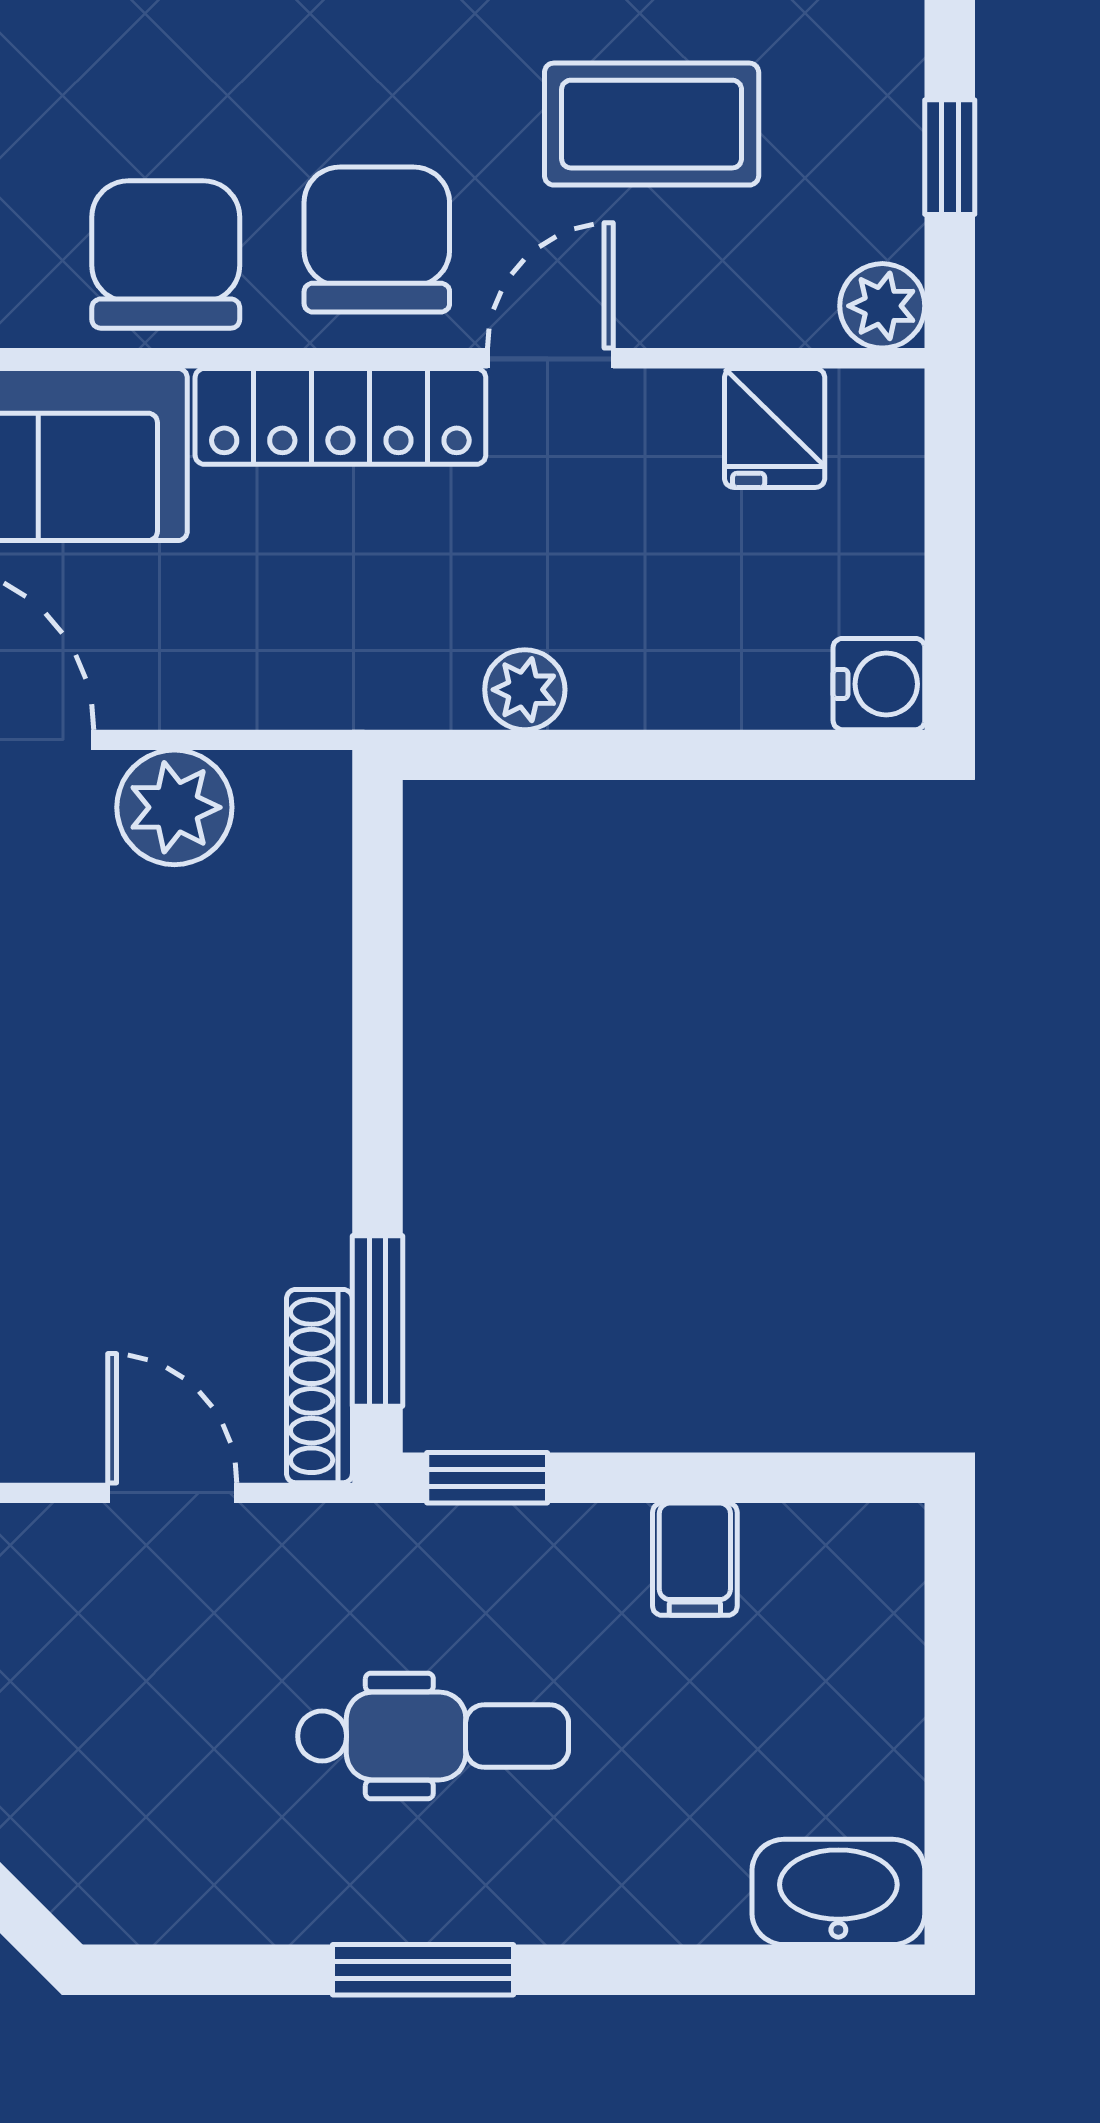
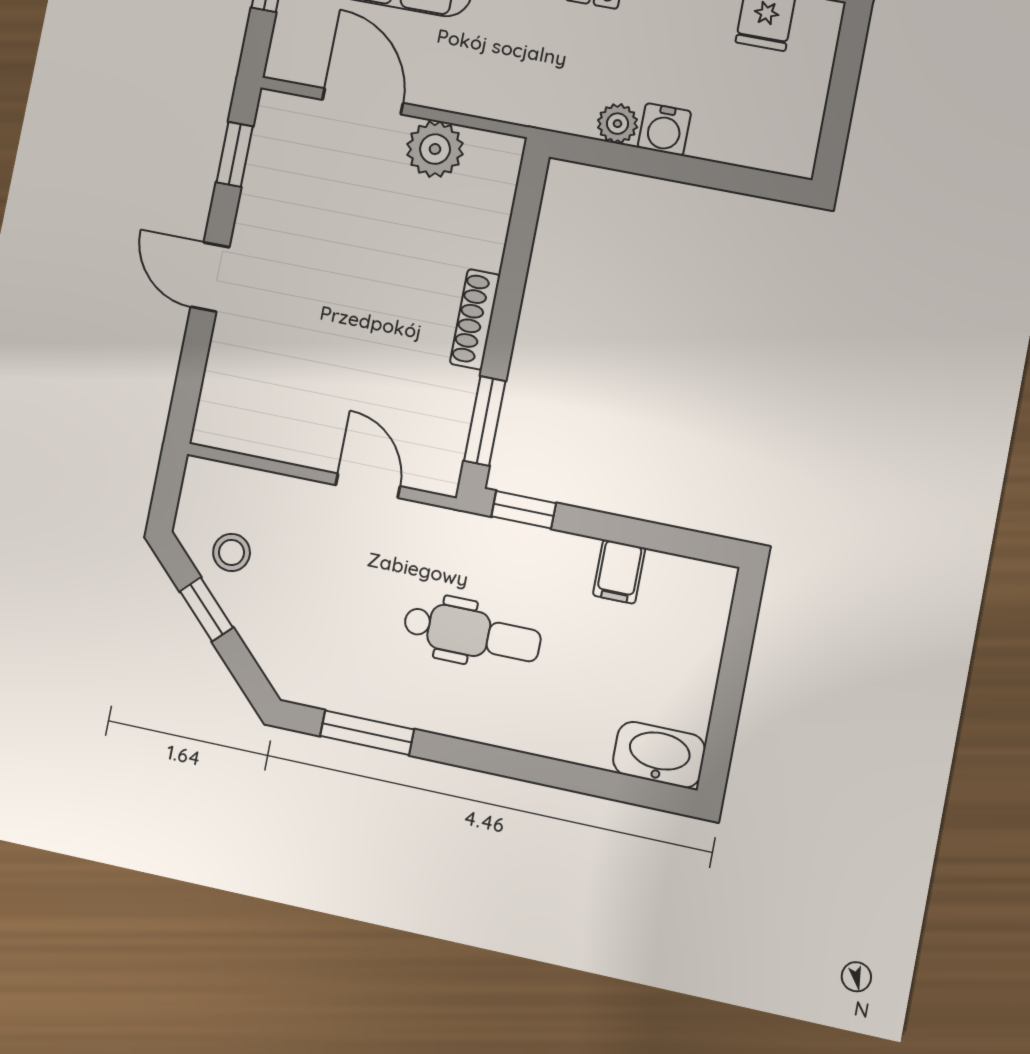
water cooler: (879, 684) -> (664, 129), moved, turned 90
shoe rack: (319, 1386) -> (475, 319), moved
window: (423, 1970) -> (367, 733), moved

